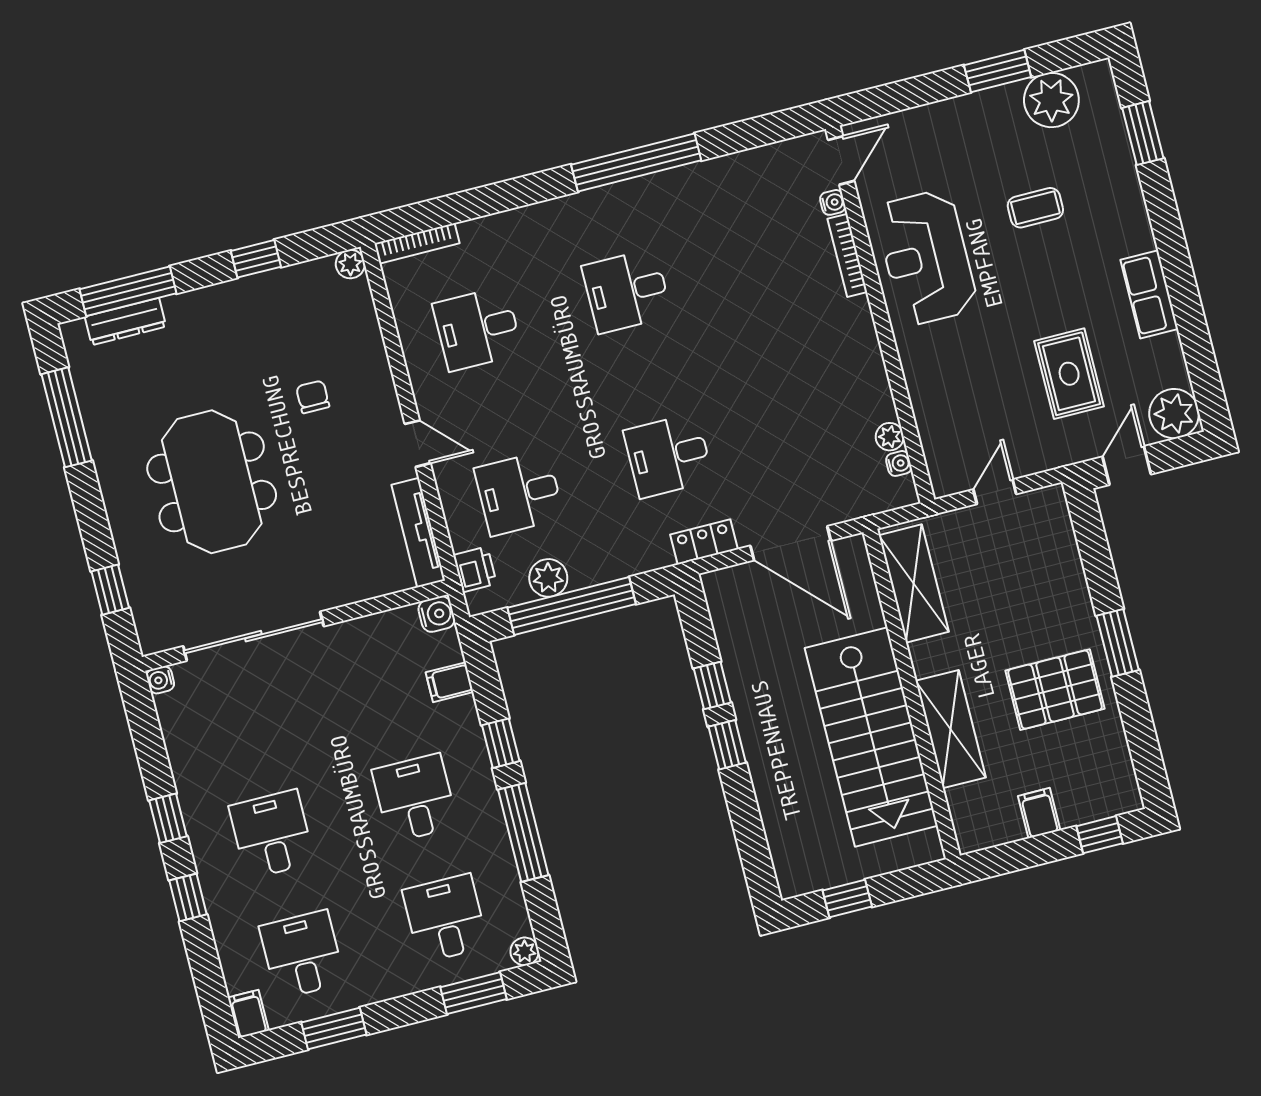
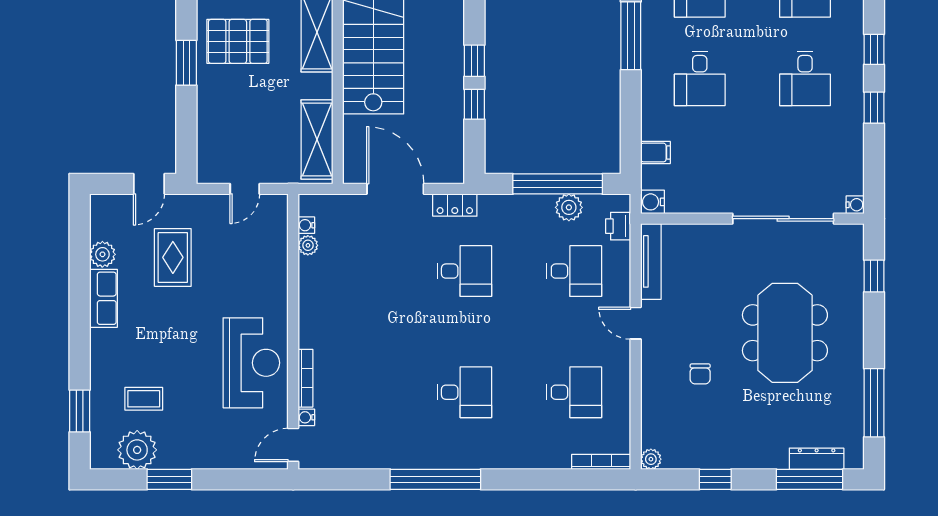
coffee table: (1035, 208) -> (144, 399), moved
plant: (1174, 414) -> (102, 254), moved, width x0.73, depth x0.73
window: (501, 743) -> (631, 101), removed

